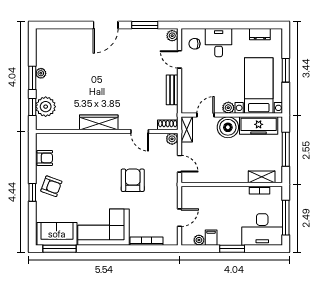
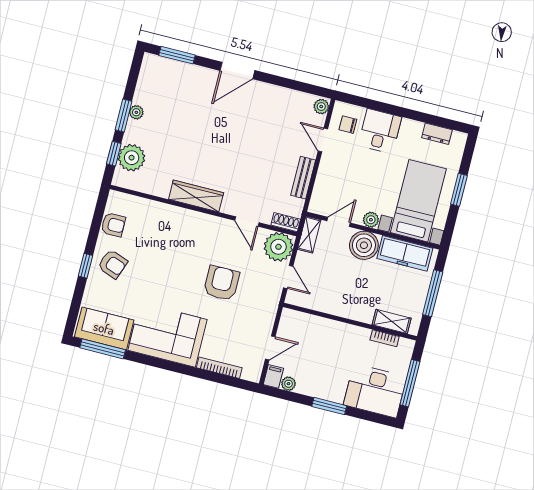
window: (145, 25) -> (177, 55), moved
plant: (172, 139) -> (278, 247), width x1.88, depth x1.88
filing cabinet: (211, 238) -> (273, 376), moved

